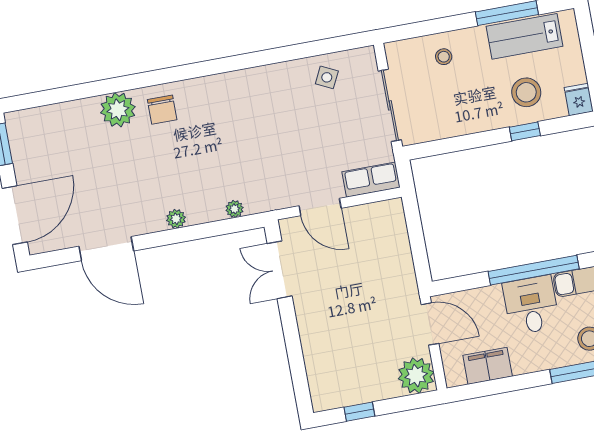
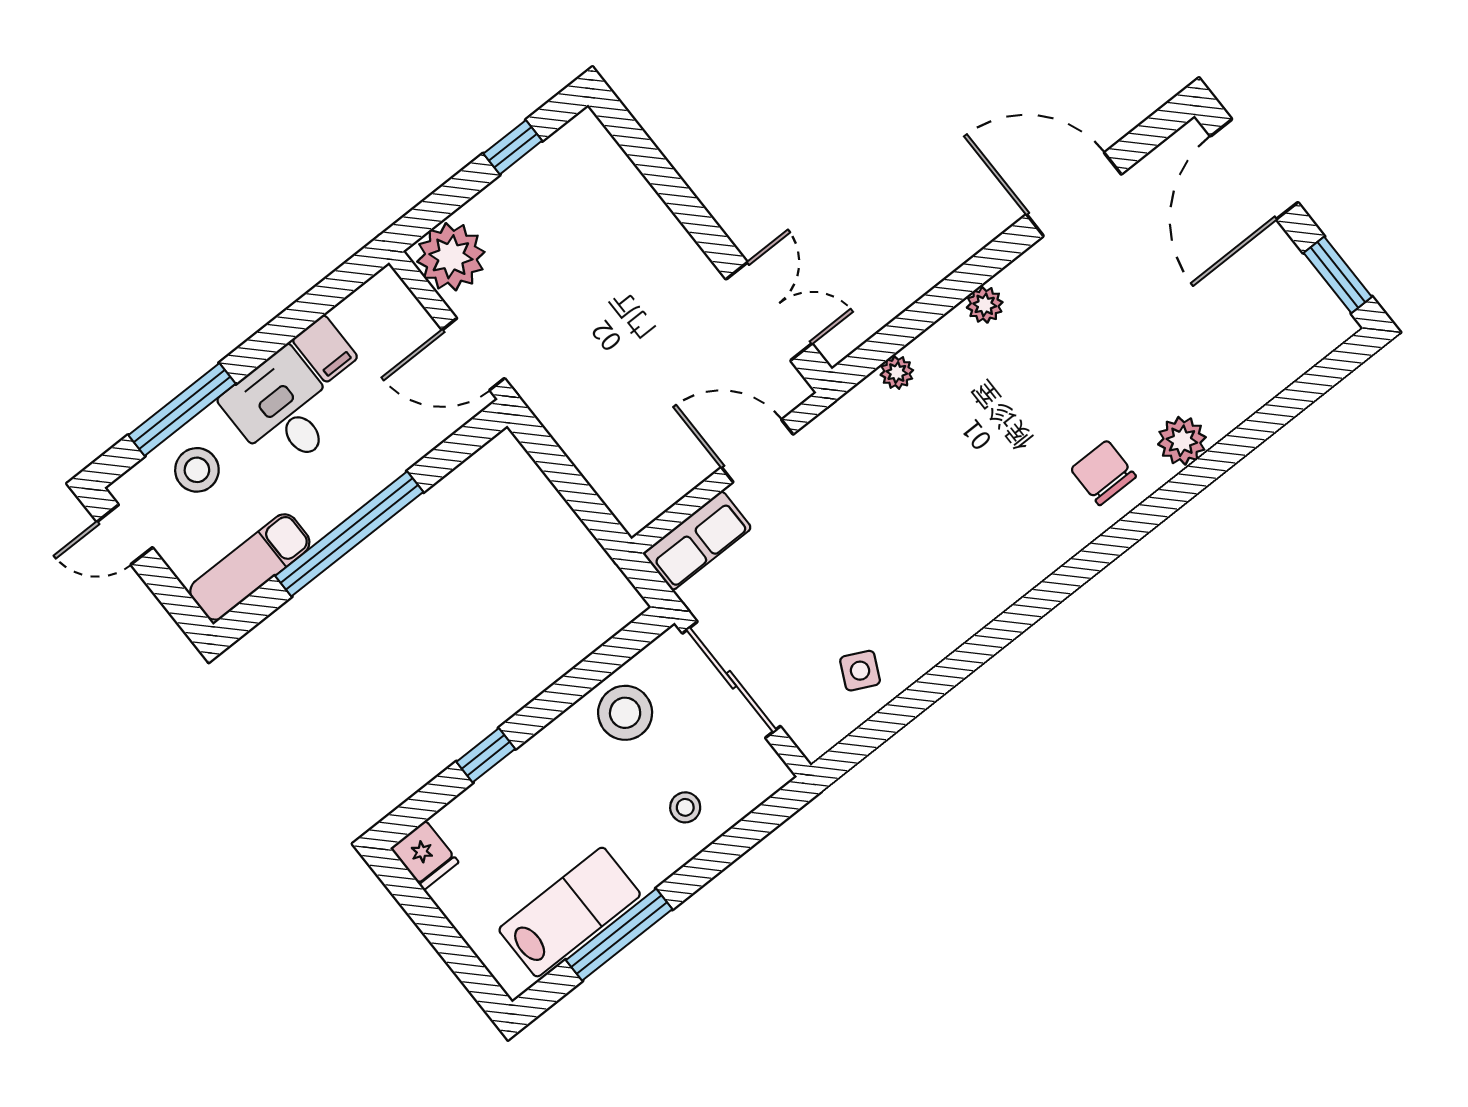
stool: (526, 92) -> (625, 713), moved
plant: (118, 110) -> (1182, 441), width x0.73, depth x0.73
desk: (531, 305) -> (283, 410), moved, turned 180
filing cabinet: (488, 366) -> (325, 349), width x0.50

